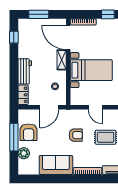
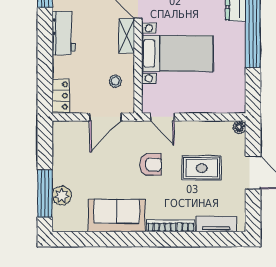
workbench: (25, 71) -> (63, 33), moved
door: (95, 107) -> (162, 117), moved
armchair: (29, 132) -> (70, 160), removed
window: (14, 137) -> (45, 194), moved

